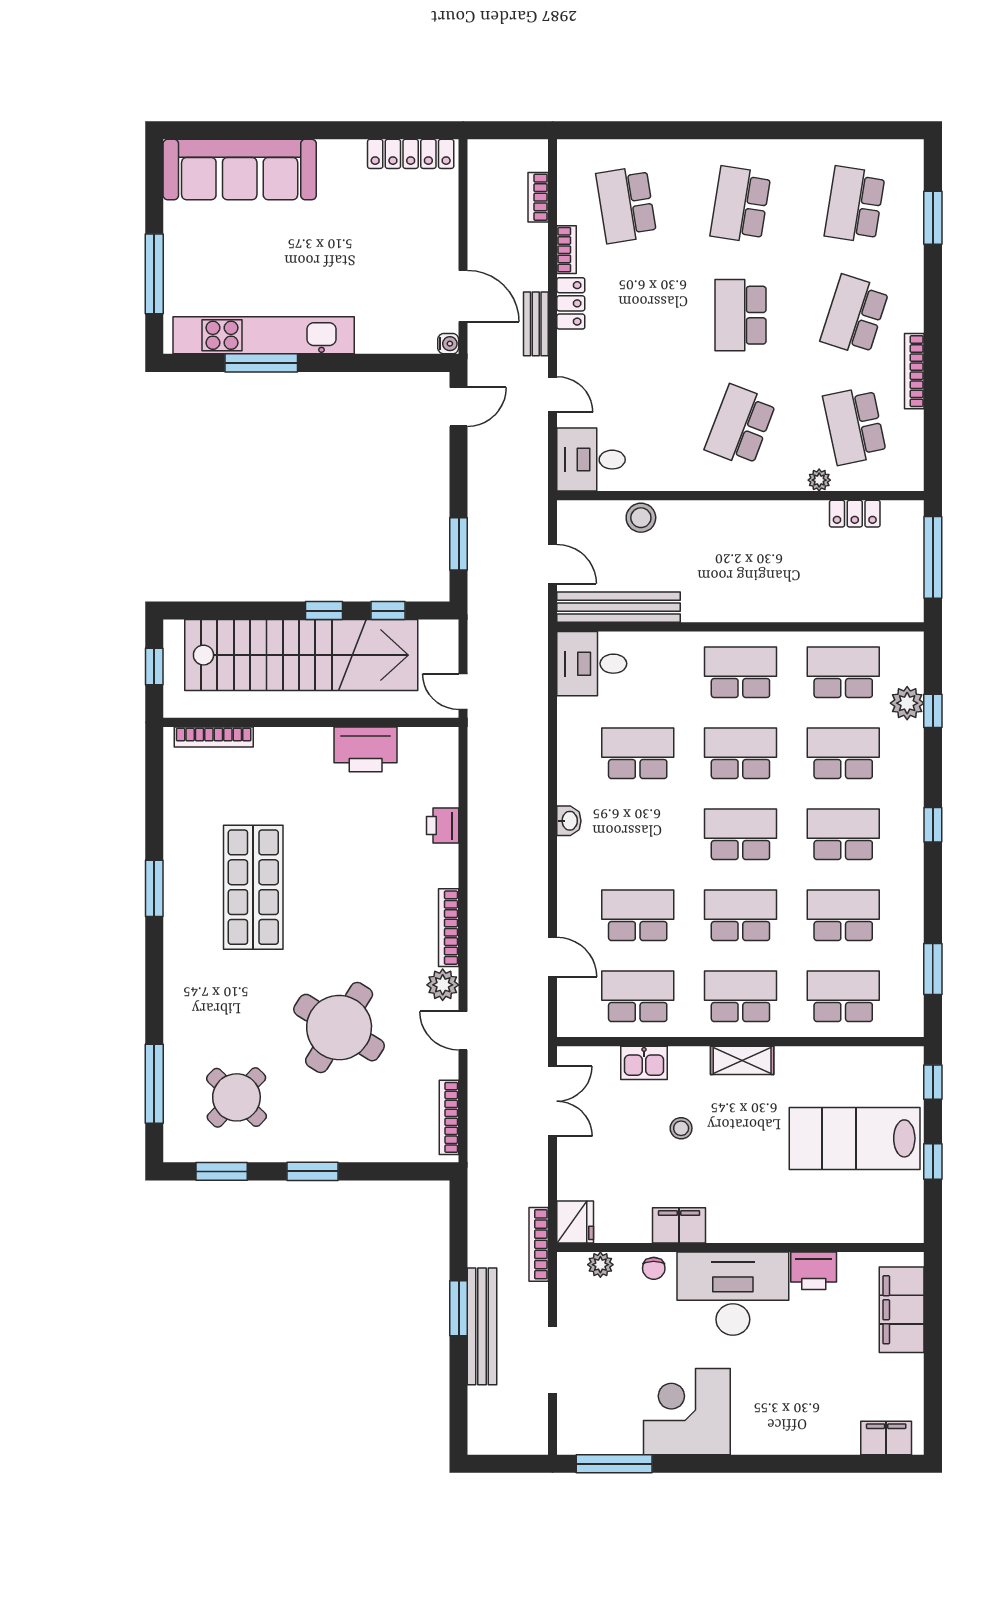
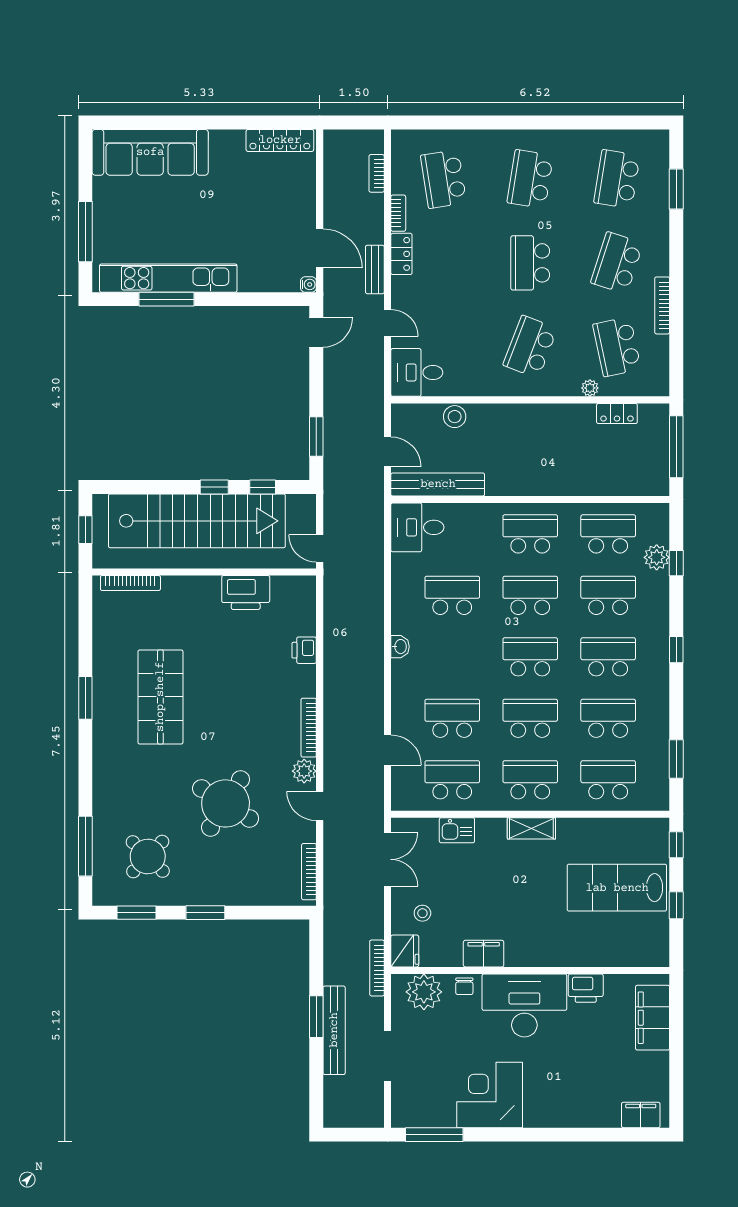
stool: (681, 1128) -> (422, 913), moved
plant: (600, 1265) -> (424, 992), width x1.87, depth x1.87

